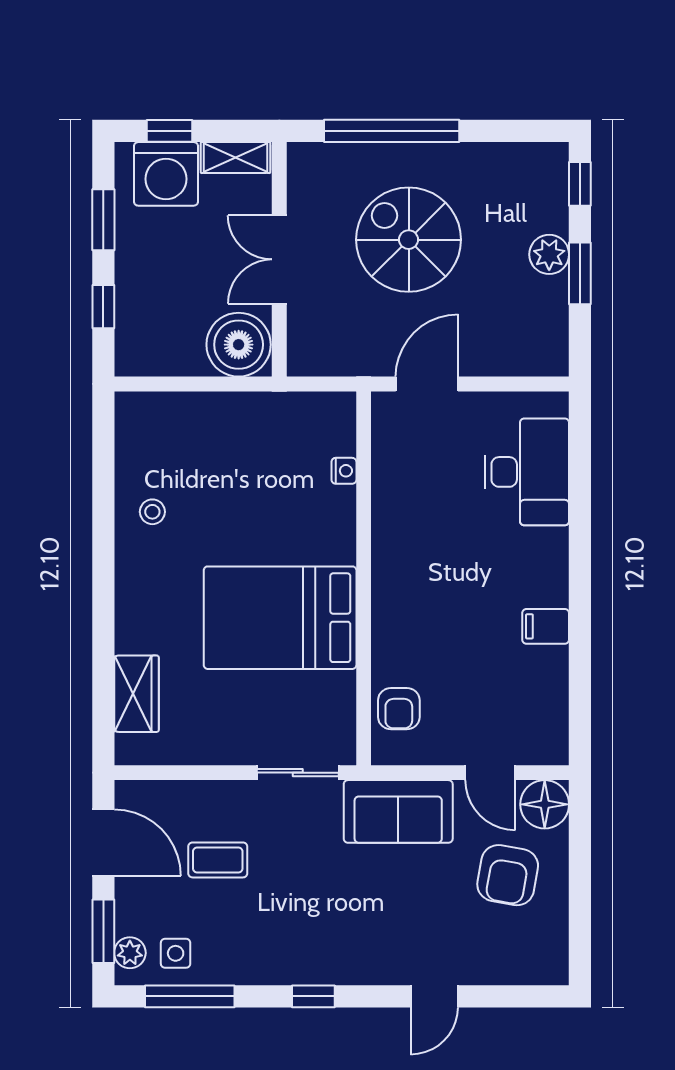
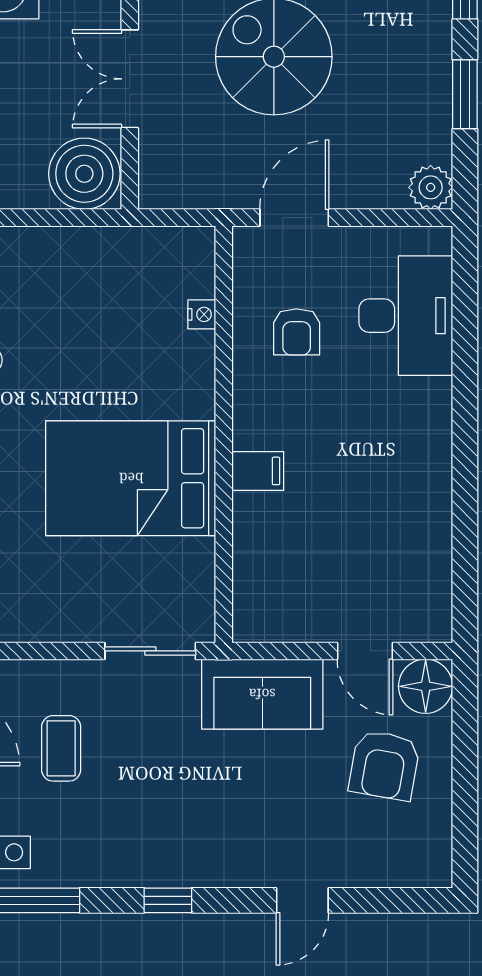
plant: (549, 254) -> (431, 187), moved
filing cabinet: (546, 626) -> (258, 471), moved, turned 180
armchair: (399, 709) -> (297, 332), moved
coffee table: (218, 860) -> (61, 748), turned 90

